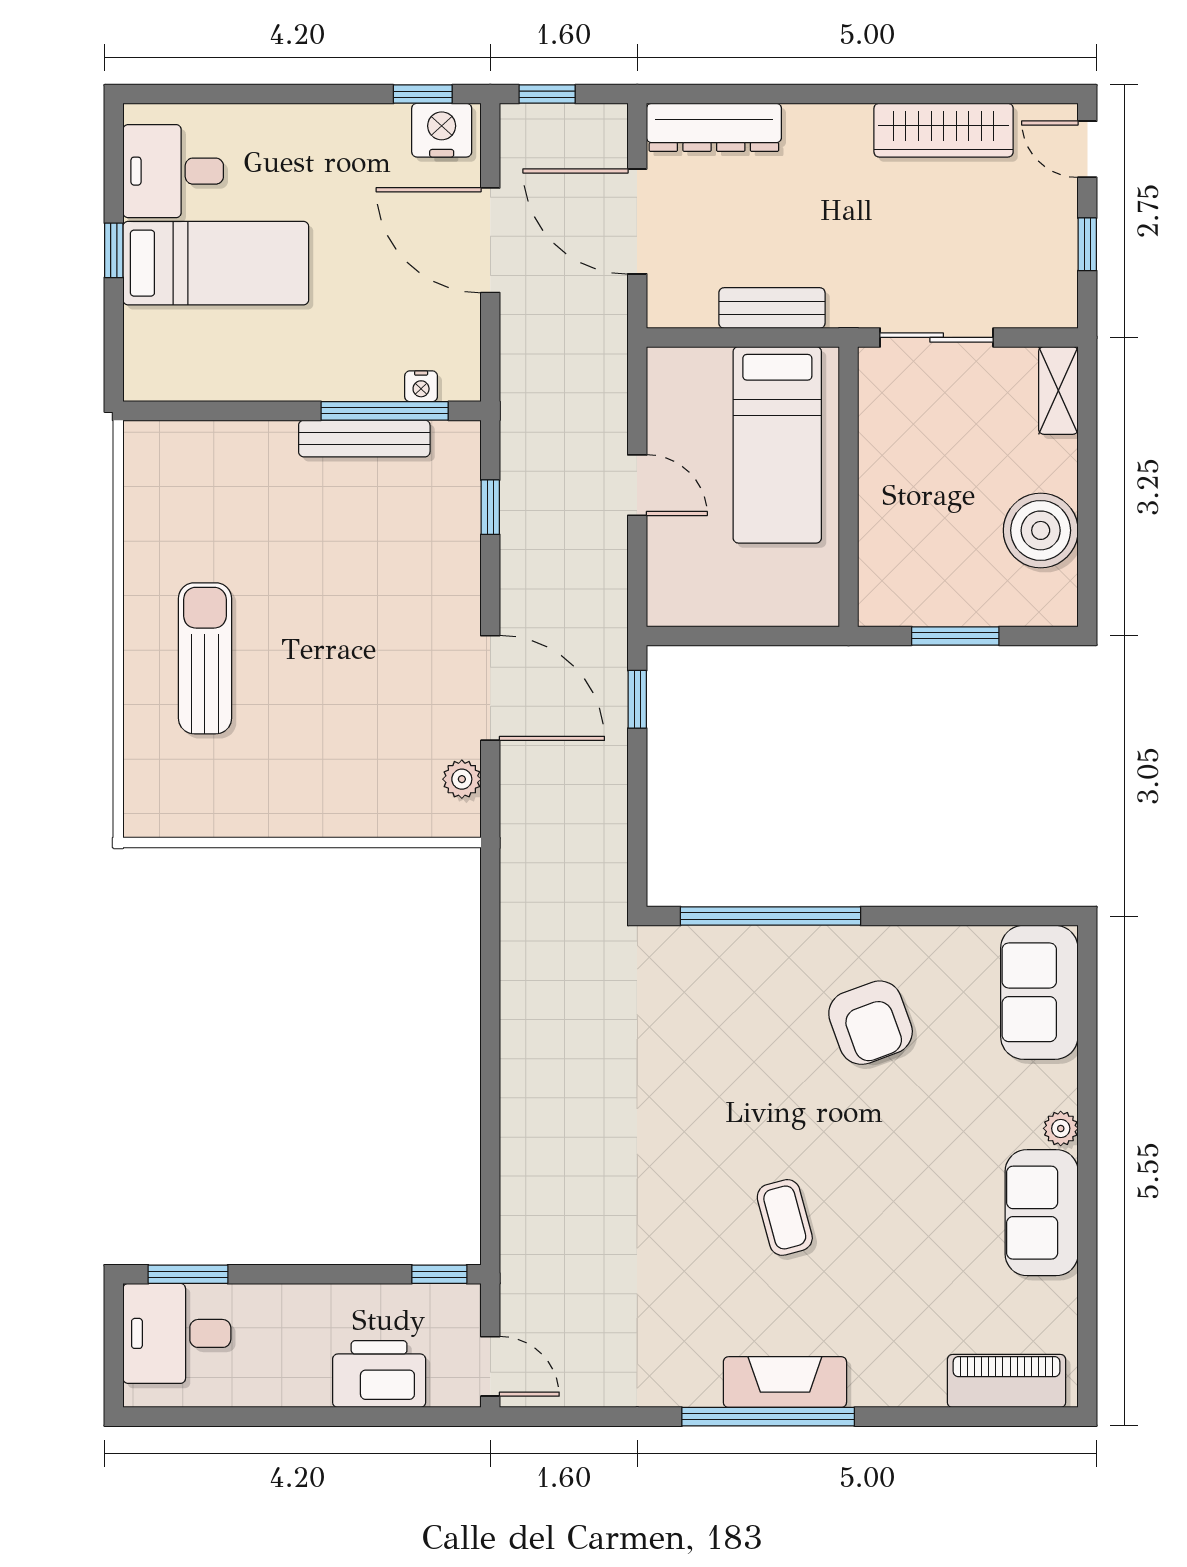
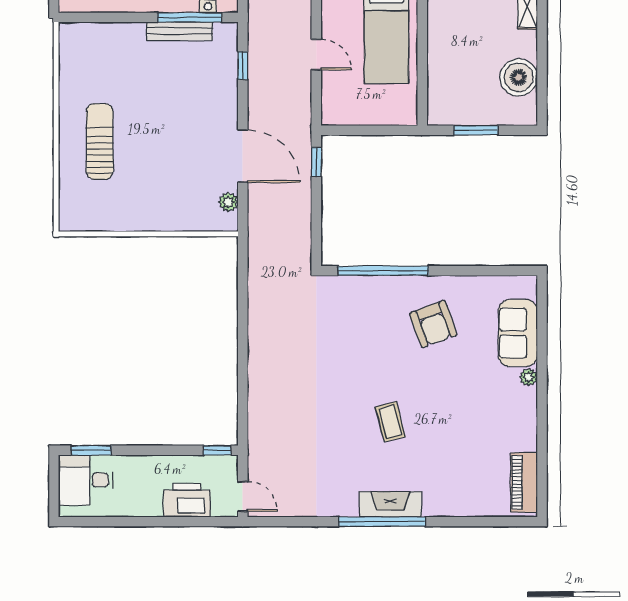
sofa: (1039, 992) -> (518, 333), moved
sofa: (1042, 1213) -> (519, 419), removed
piano: (1006, 1381) -> (524, 483), moved, turned -90

